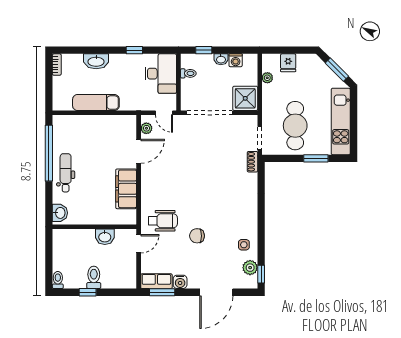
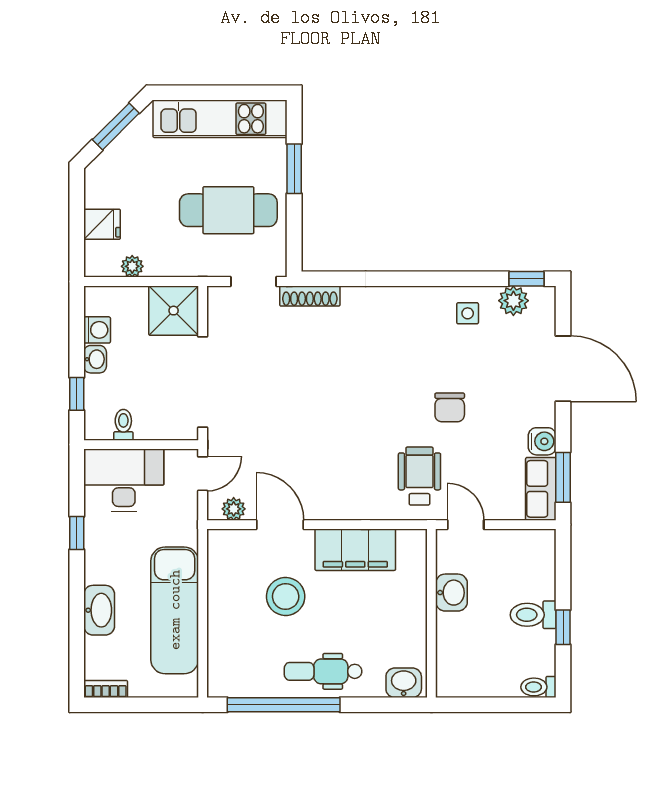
exam couch: (96, 103) -> (175, 610), width x1.36, depth x1.45
stool: (103, 154) -> (286, 596), added
shoe rack: (252, 162) -> (310, 296), width x1.43

